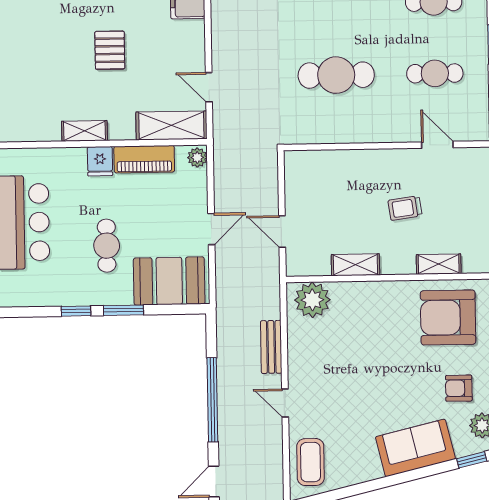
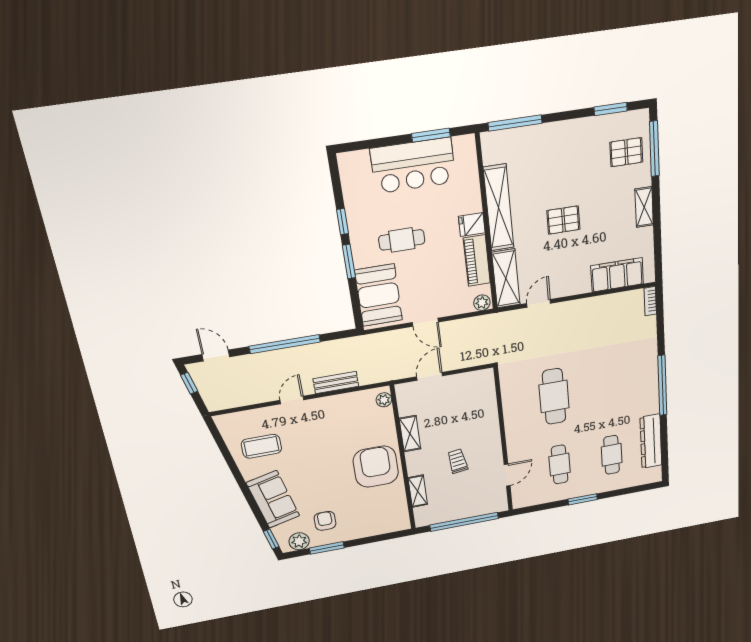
shelving: (84, 131) -> (499, 208), width x2.20, depth x1.33
plant: (312, 300) -> (384, 400), width x0.53, depth x0.53
armchair: (448, 317) -> (376, 467), moved
coffee table: (311, 462) -> (261, 446), moved

